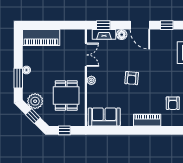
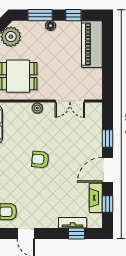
window: (103, 25) -> (107, 139), moved
fireplace: (104, 34) -> (96, 198), moved
floor lamp: (122, 35) -> (96, 147), removed
window: (18, 52) -> (73, 15), added

